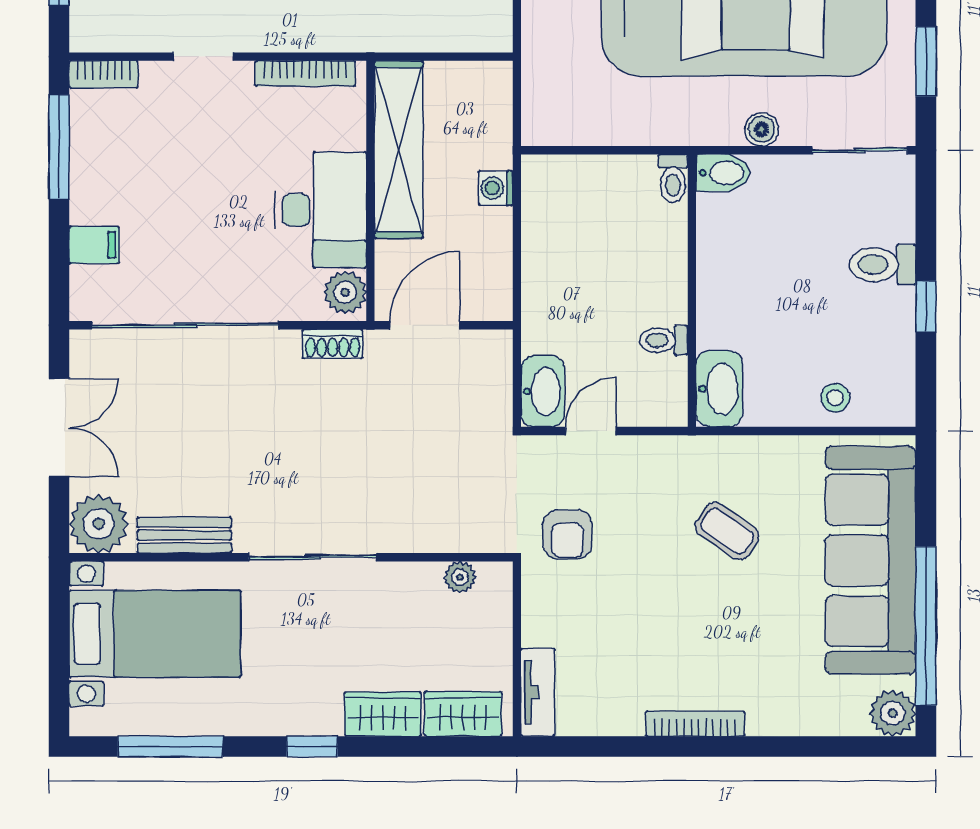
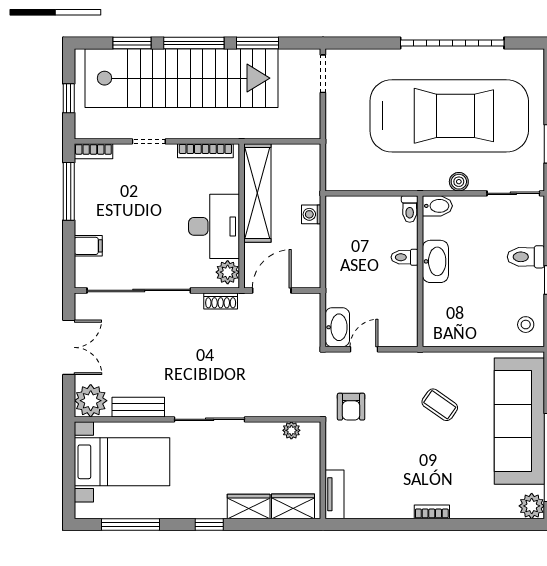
toilet: (664, 340) -> (405, 257), moved
washbasin: (719, 389) -> (435, 261), moved
stool: (835, 398) -> (526, 325), moved
bookcase: (695, 724) -> (432, 512), width x0.64

